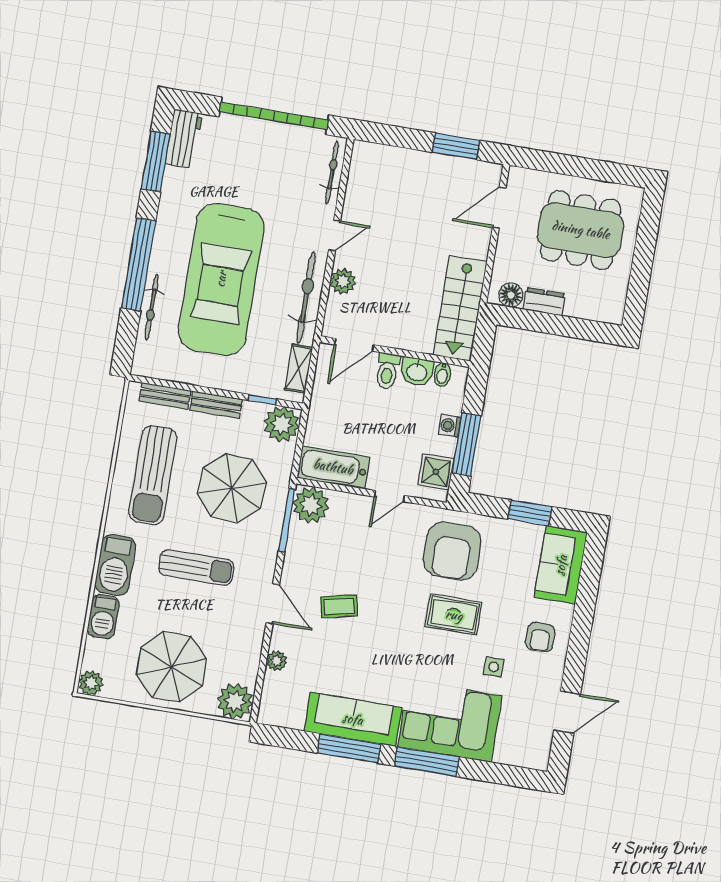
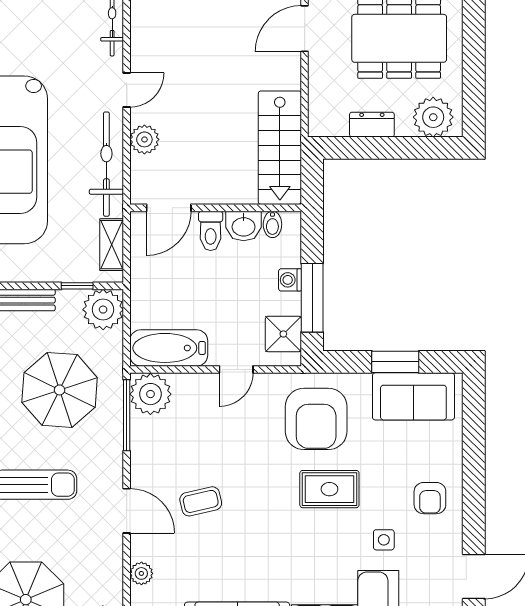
floor lamp: (511, 295) -> (334, 124), removed
plant: (599, 304) -> (433, 117), added
sofa: (561, 565) -> (413, 396), moved, turned -90

